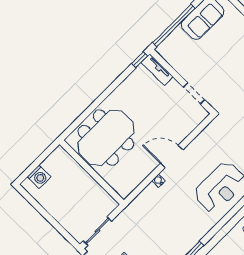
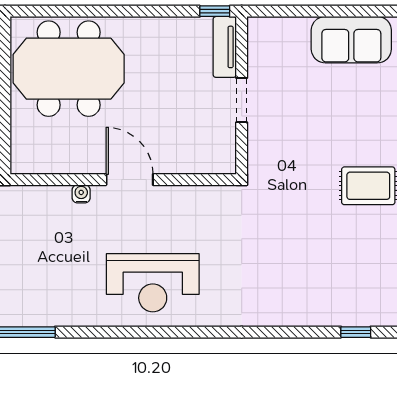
window: (174, 25) -> (305, 11), removed
doorway: (194, 94) -> (242, 100), moved

